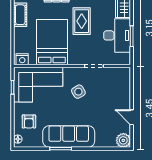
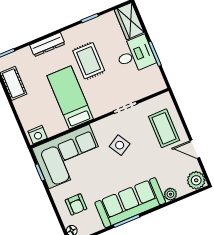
desk: (117, 35) -> (135, 55), width x0.73
bed: (52, 42) -> (70, 97), width x0.67
coffee table: (116, 93) -> (164, 128), added
plant: (100, 143) -> (170, 194), added

